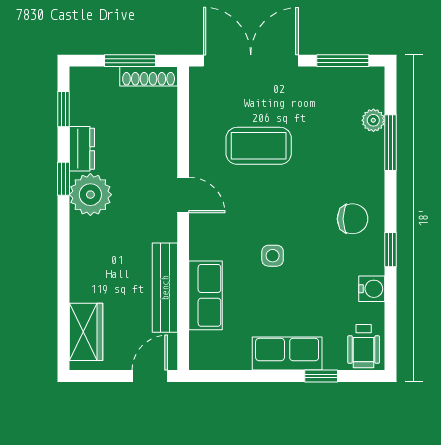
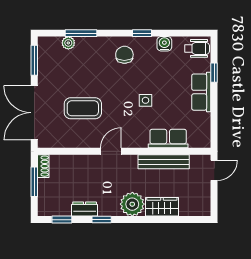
shoe rack: (149, 76) -> (43, 166), width x0.70
coffee table: (259, 146) -> (83, 108), turned 90
plant: (90, 195) -> (132, 204), moved
wardrobe: (86, 332) -> (162, 207), moved
door: (150, 376) -> (214, 170), swing flipped

